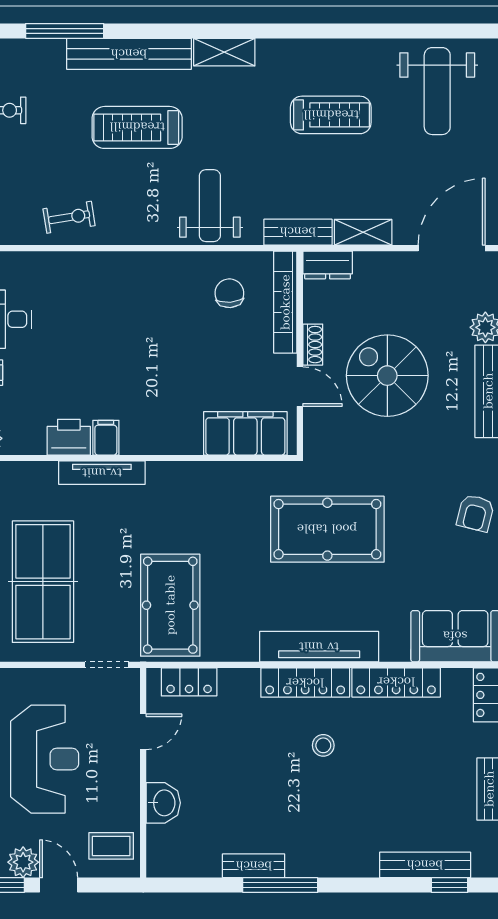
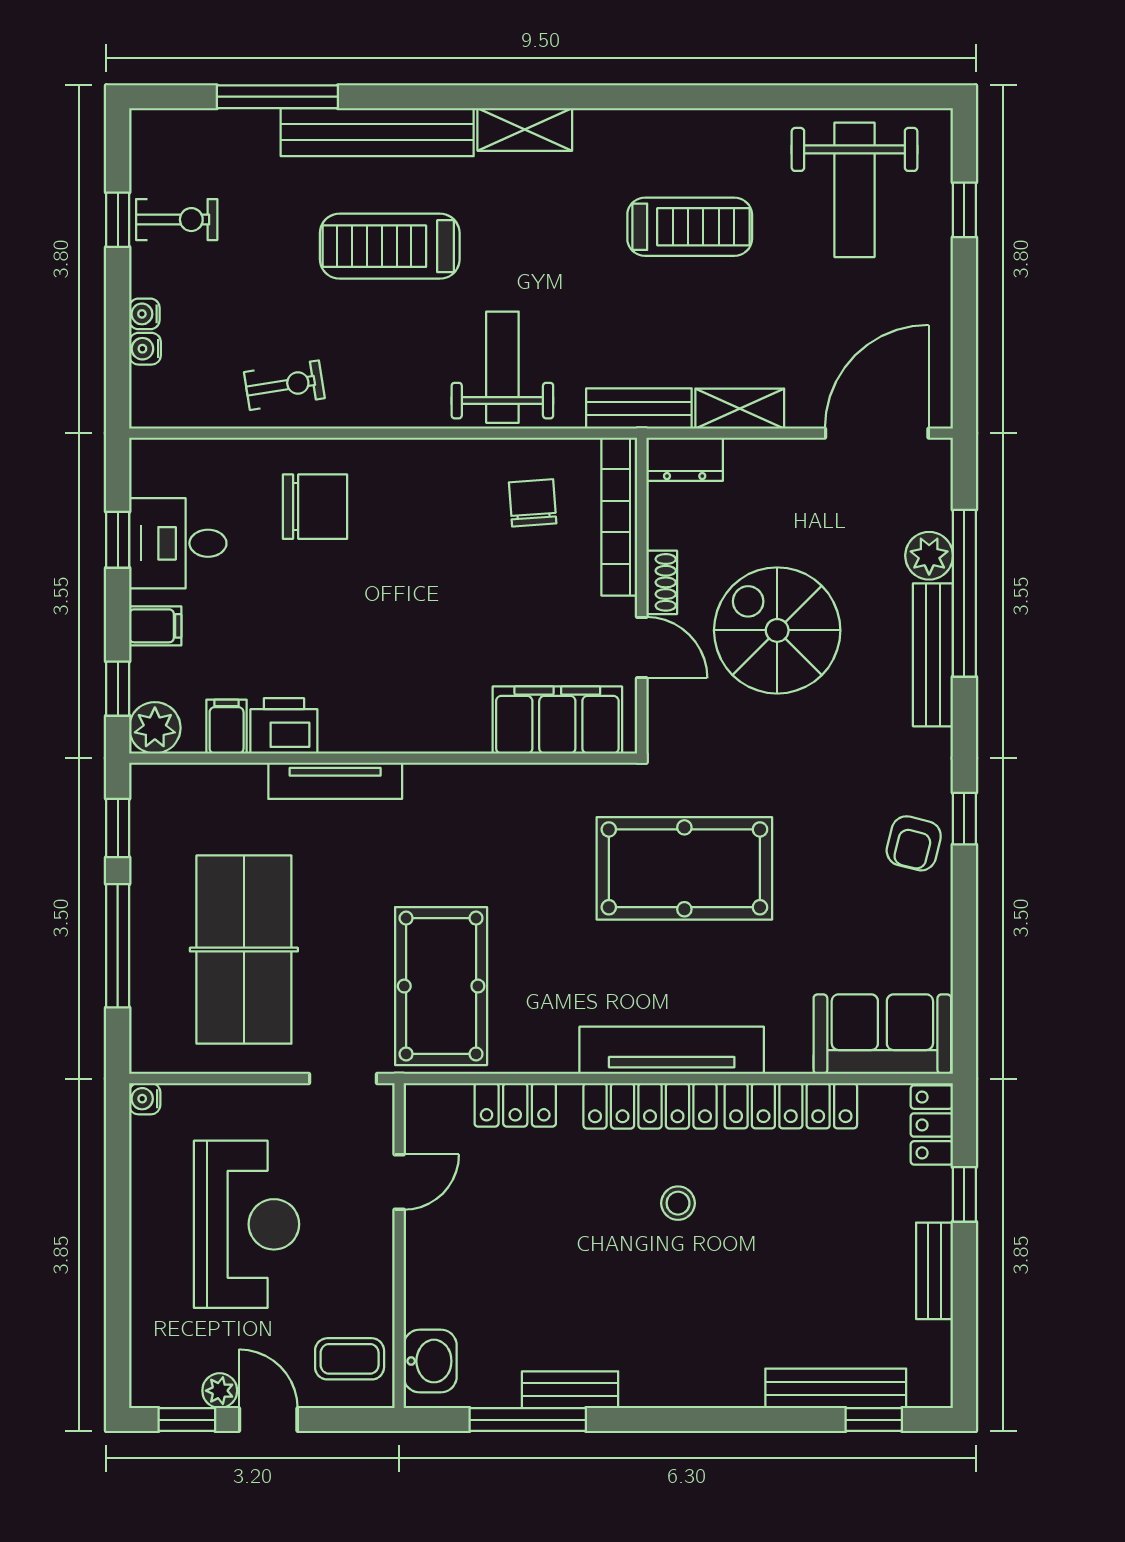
chair: (89, 296) -> (315, 507), added
filing cabinet: (106, 438) -> (227, 727), moved
locker: (189, 682) -> (515, 1105), moved
washbasin: (163, 803) -> (430, 1361), moved
plant: (23, 862) -> (220, 1391), width x0.73, depth x0.73
window: (280, 885) -> (528, 1420), moved

